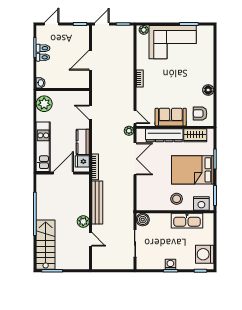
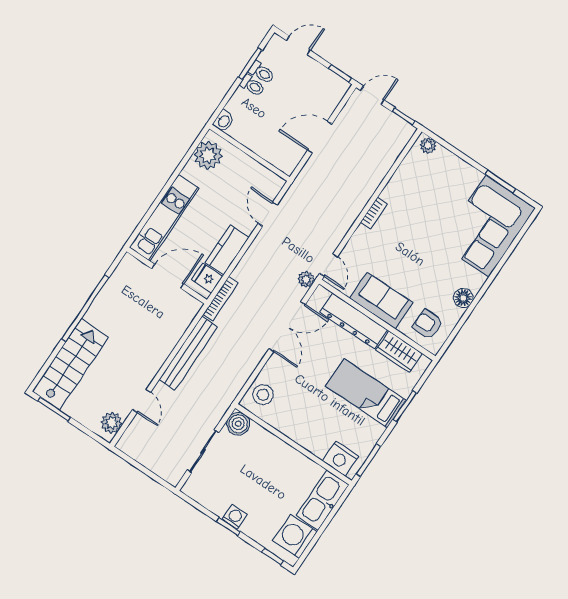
corner sofa: (173, 42) -> (487, 226), moved, turned 90
bed: (193, 170) -> (366, 393), width x0.67
stool: (177, 199) -> (263, 395), moved
kitchen sink: (187, 221) -> (323, 500), moved, turned 90
plant: (83, 222) -> (112, 423), moved

